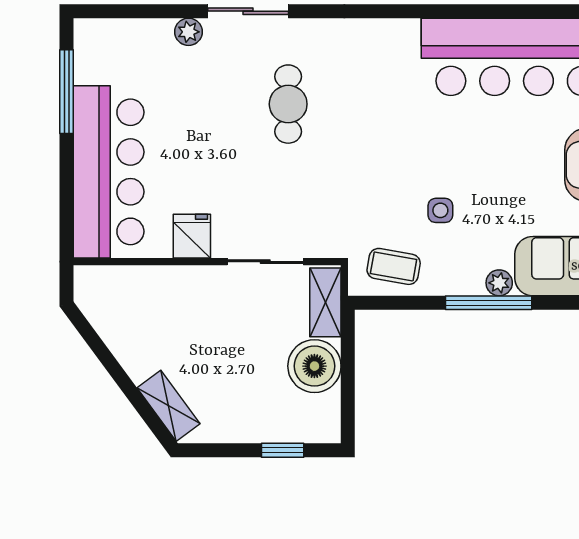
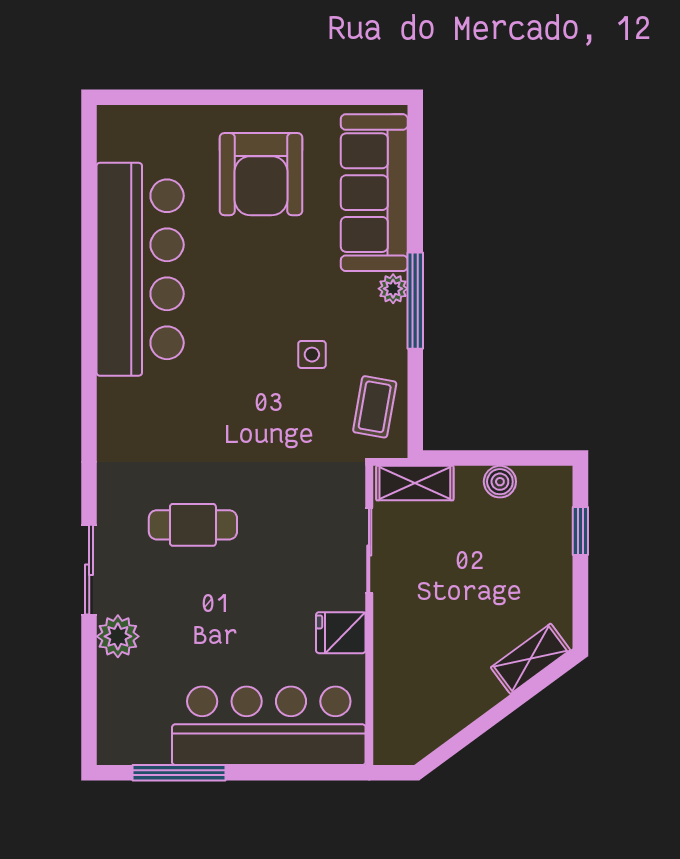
plant: (189, 32) -> (118, 636), width x1.38, depth x1.38
boiler: (314, 366) -> (500, 482), width x0.54, depth x0.54

